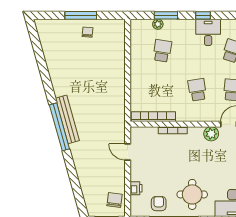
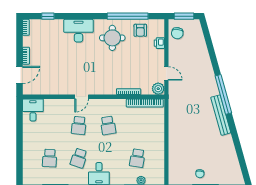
bench: (67, 119) -> (221, 115), moved
plant: (211, 134) -> (158, 89), moved

